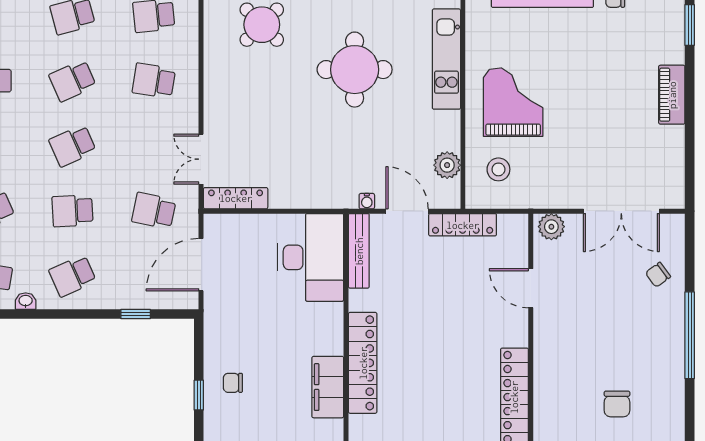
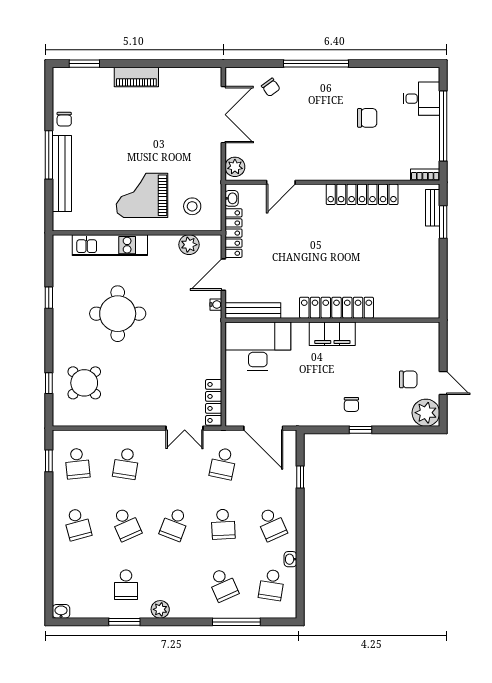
school desk: (73, 146) -> (175, 524), turned 45
washbasin: (509, 222) -> (232, 198), added
filing cabinet: (328, 387) -> (332, 334), moved

